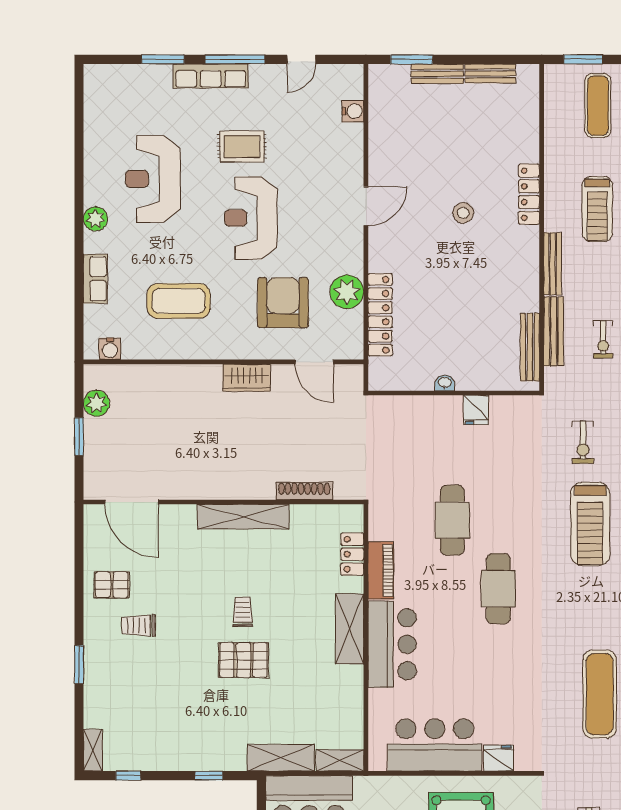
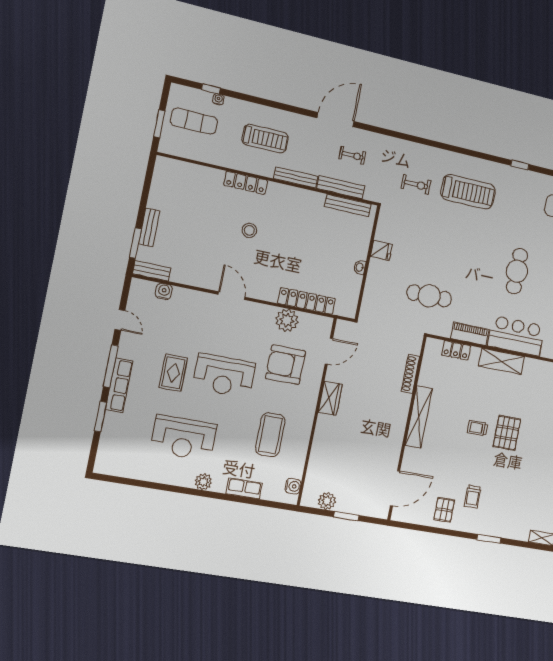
bench: (490, 73) -> (152, 271), moved, turned 90
cafe table: (452, 520) -> (429, 296), moved
cafe table: (498, 589) -> (517, 271), moved, turned 90

